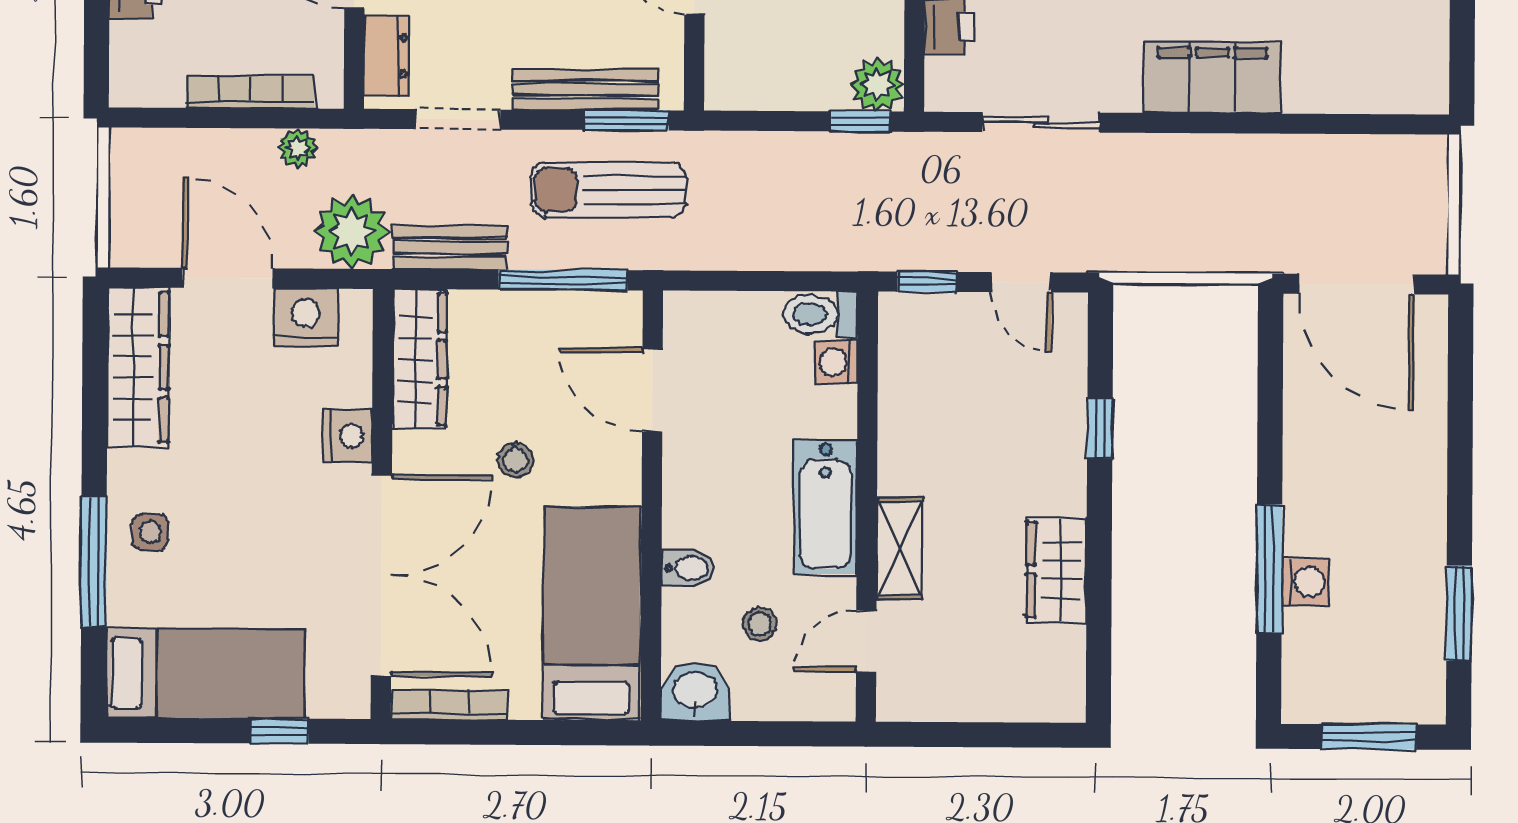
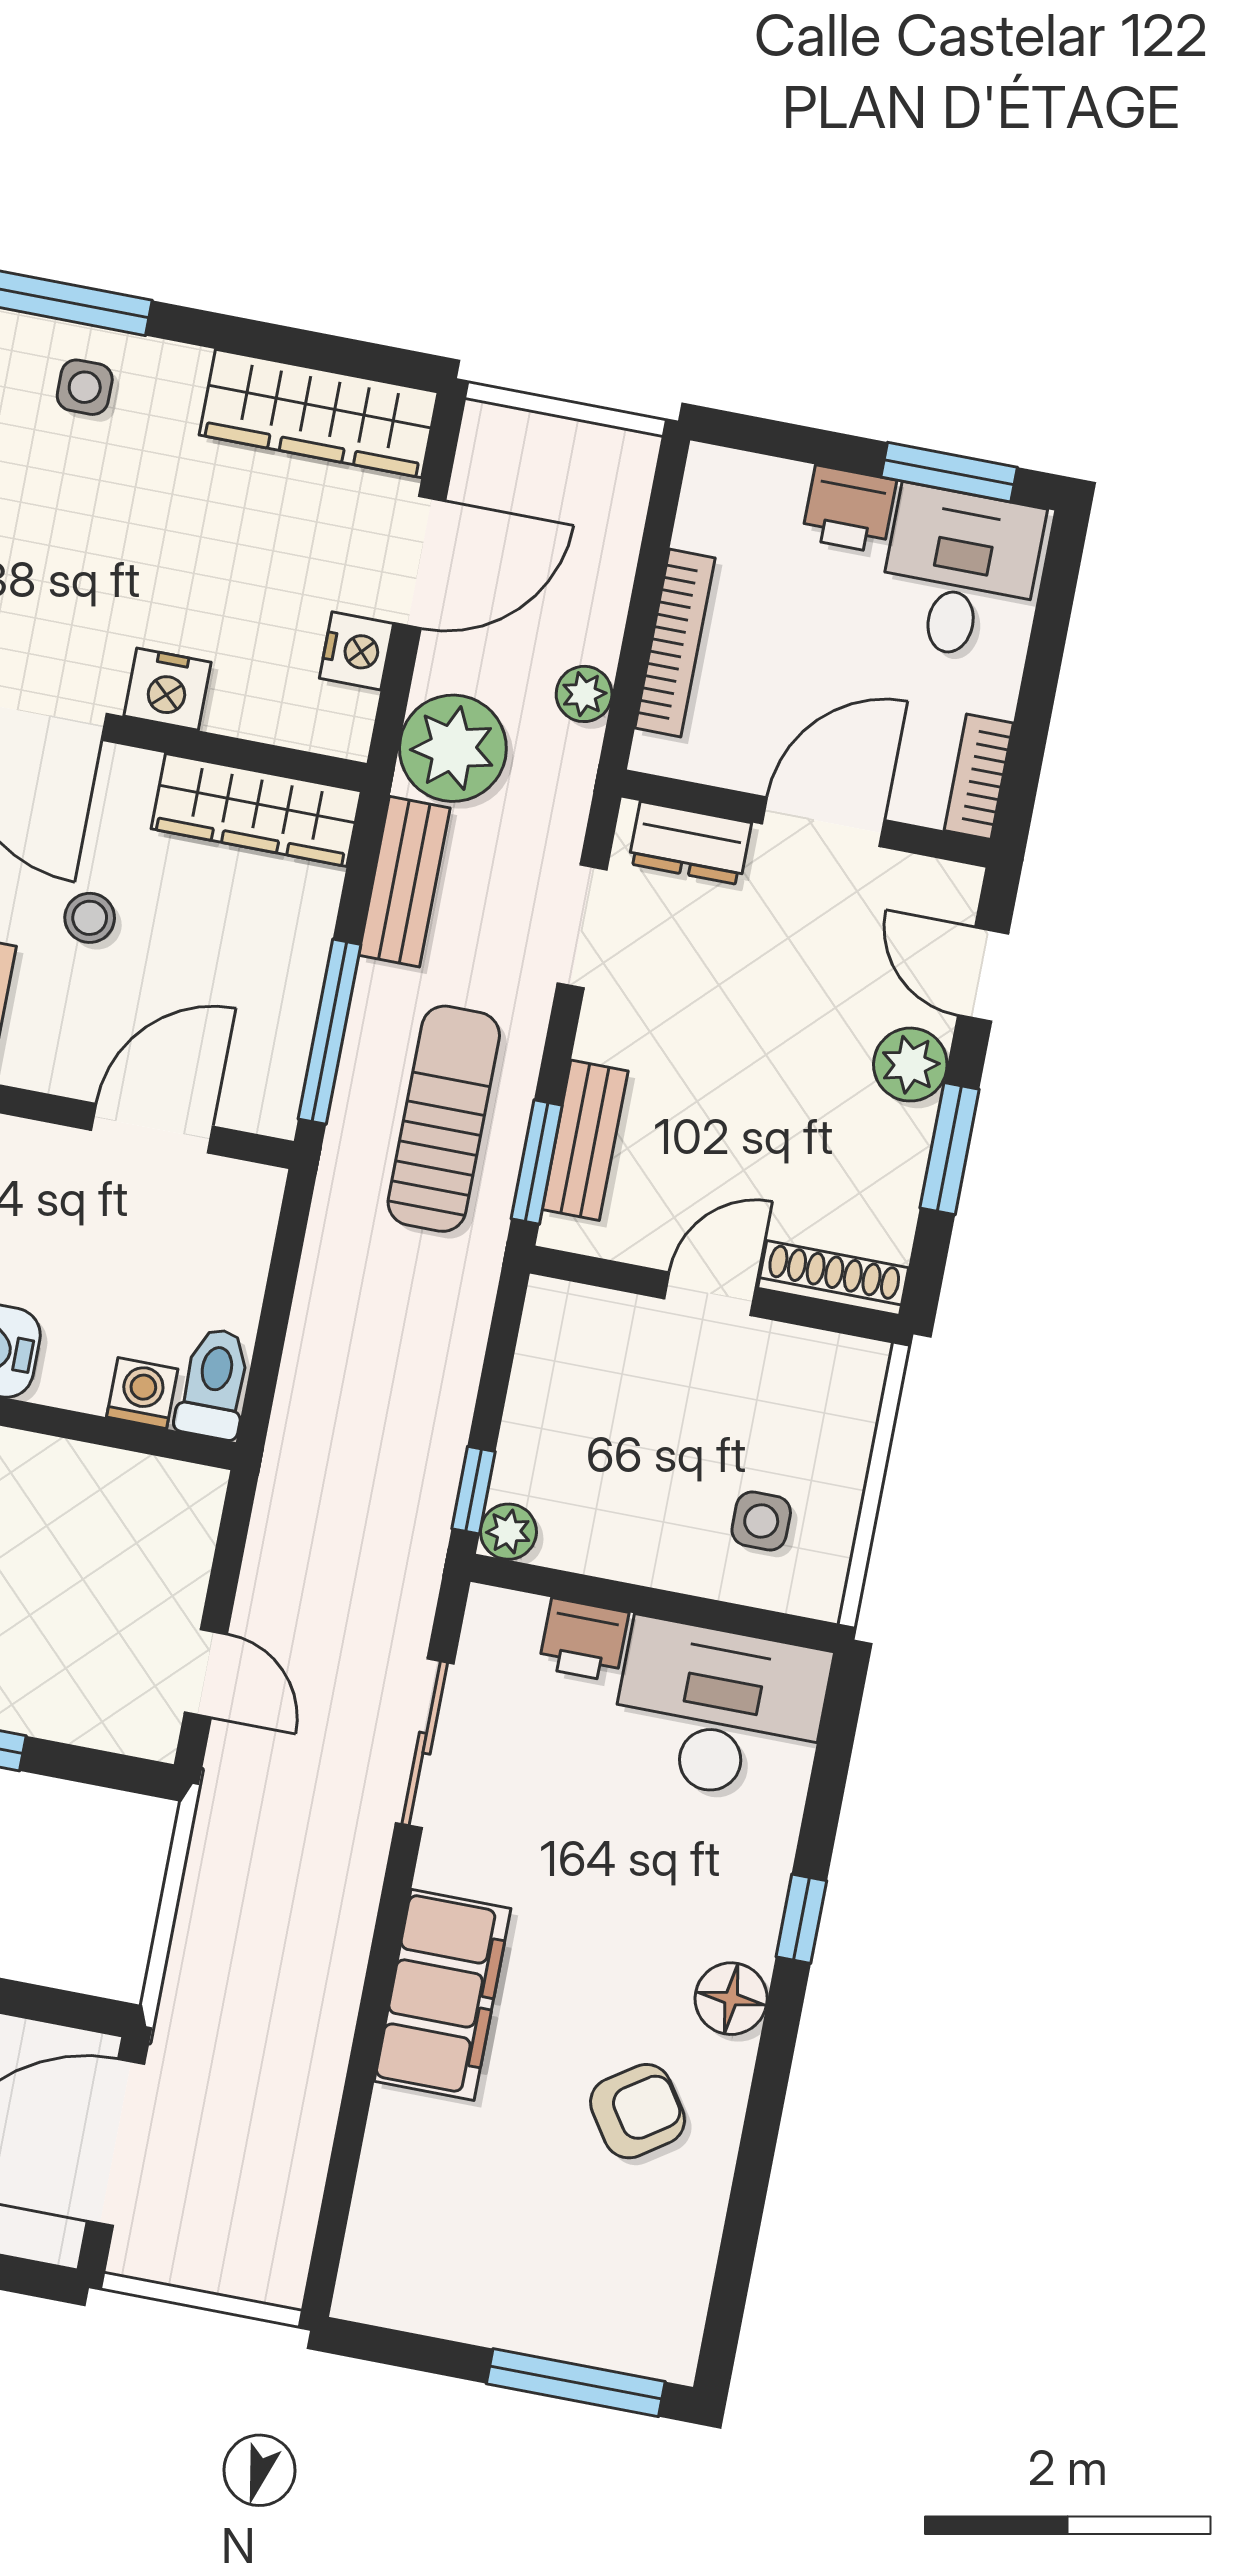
plant: (877, 85) -> (508, 1532), width x0.73, depth x0.73
bench: (585, 90) -> (585, 1140), width x0.73
window: (927, 282) -> (231, 1542), removed
door: (1021, 282) -> (206, 1673), swing flipped
nightstand: (305, 318) -> (356, 651), width x0.74, depth x0.75

